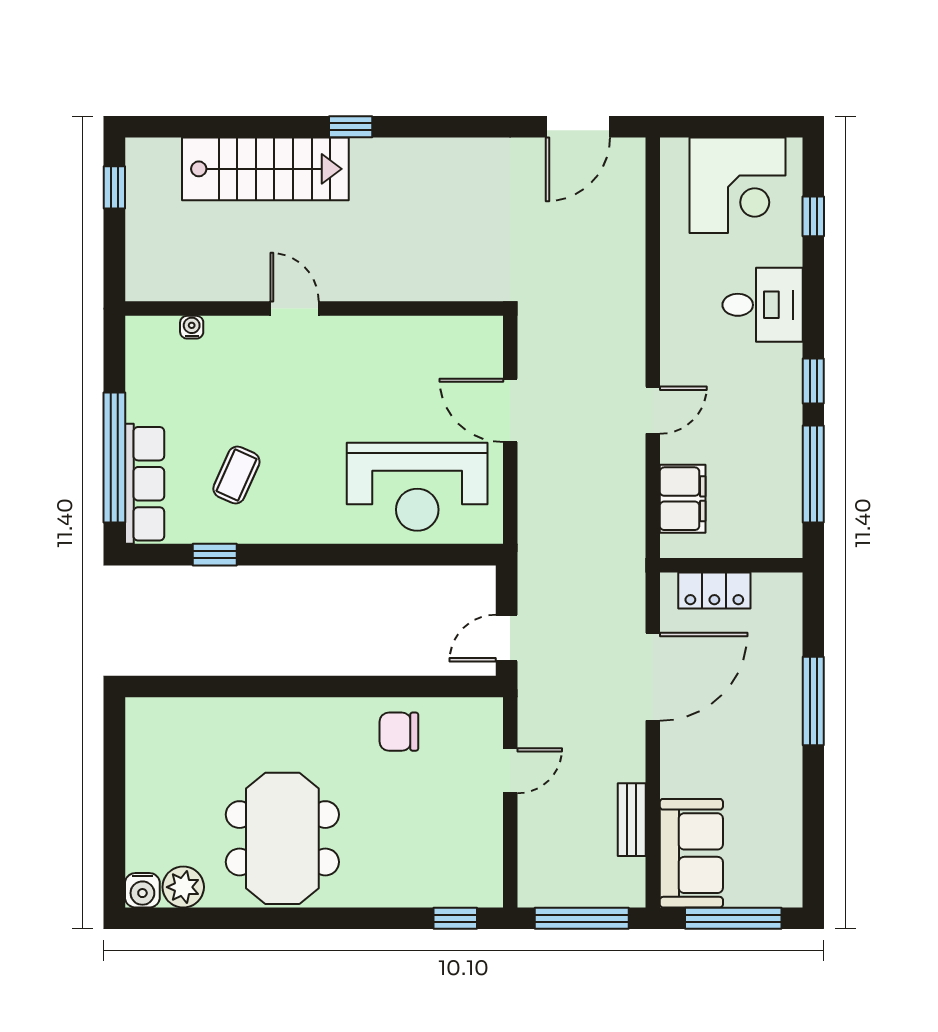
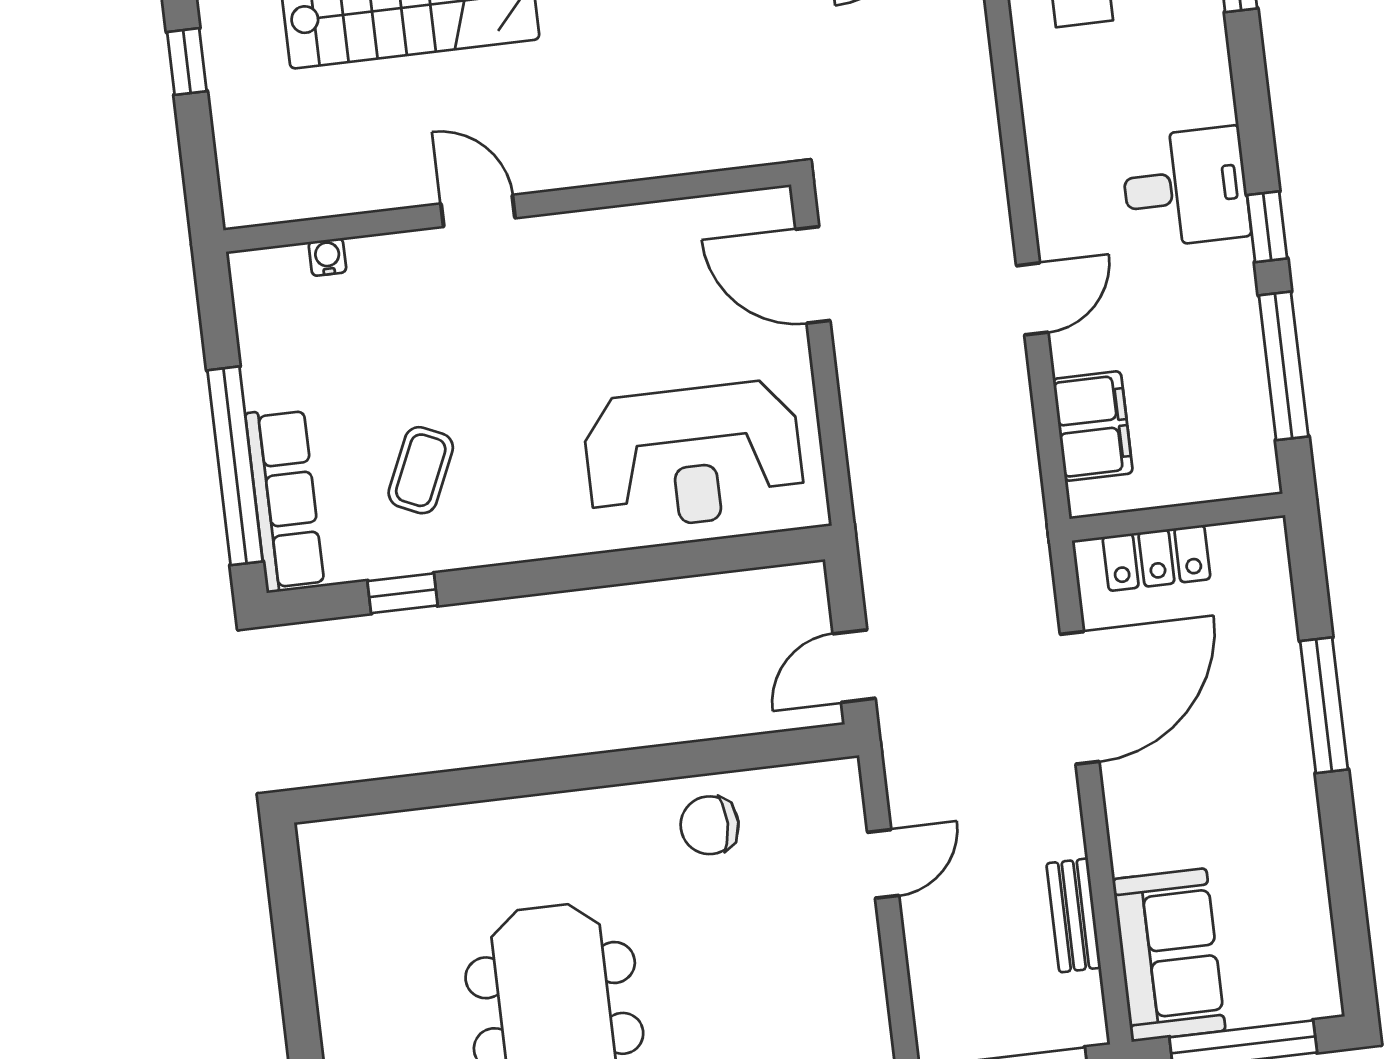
desk: (763, 305) -> (1185, 187), moved
door: (510, 410) -> (813, 275), moved

